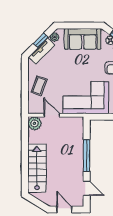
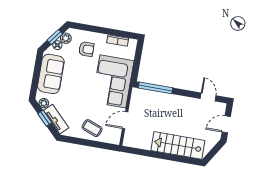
plant: (35, 123) -> (131, 140), removed
window: (87, 156) -> (155, 88), moved
door: (87, 188) -> (208, 97), hinge flipped

